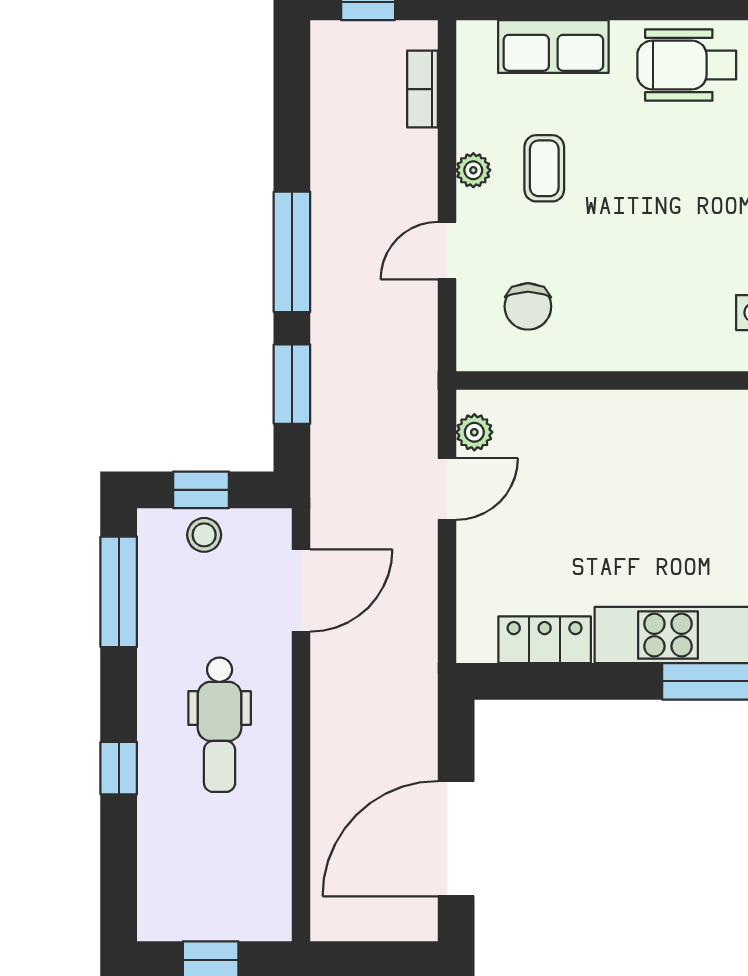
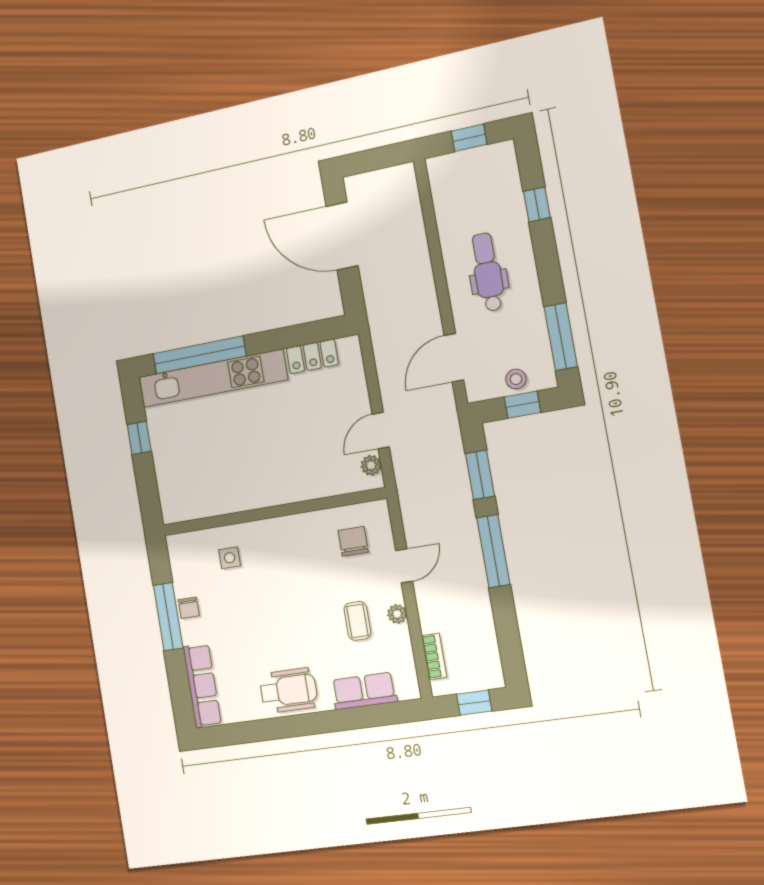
window: (119, 768) -> (537, 204), moved
door: (456, 839) -> (342, 236), swing flipped

